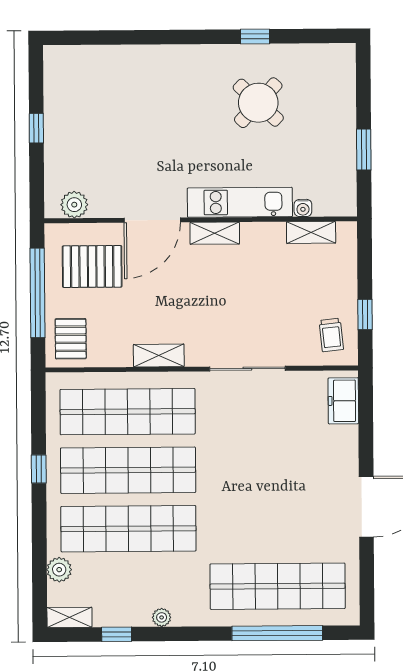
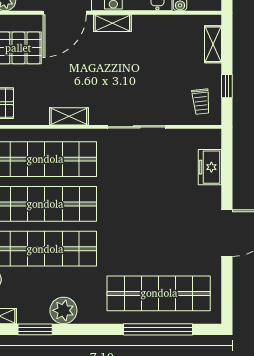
shelving: (311, 232) -> (213, 44), moved, turned 90
freezer: (343, 401) -> (210, 167), moved
plant: (162, 617) -> (63, 310), width x1.88, depth x1.88
window: (117, 634) -> (35, 329), width x1.50

